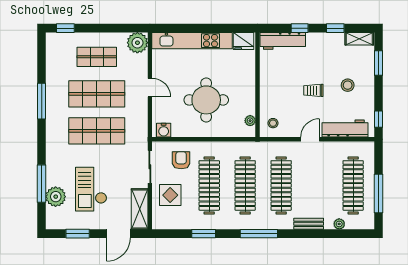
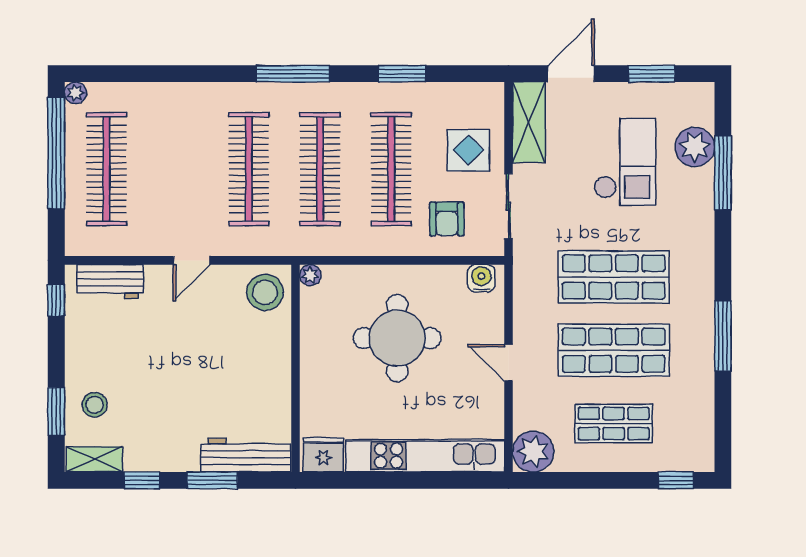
window: (300, 28) -> (212, 480), width x1.50
stool: (348, 85) -> (95, 405), moved
trolley: (313, 90) -> (185, 357), removed
plant: (250, 121) -> (310, 275), moved
stool: (273, 123) -> (265, 292), width x1.89, depth x1.89
workbench: (345, 129) -> (110, 282), width x0.73
window: (379, 194) -> (56, 153), width x1.46
bench: (309, 224) -> (195, 93), removed
plant: (339, 224) -> (75, 93), moved

